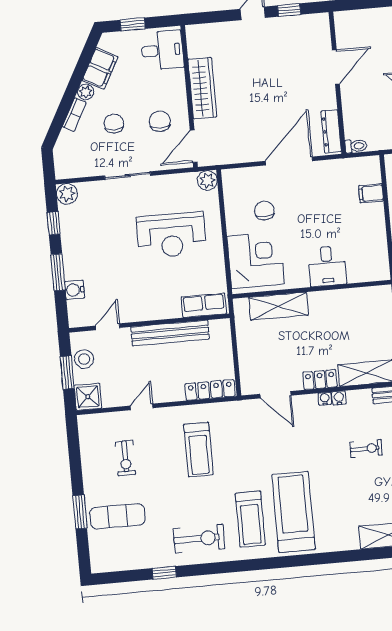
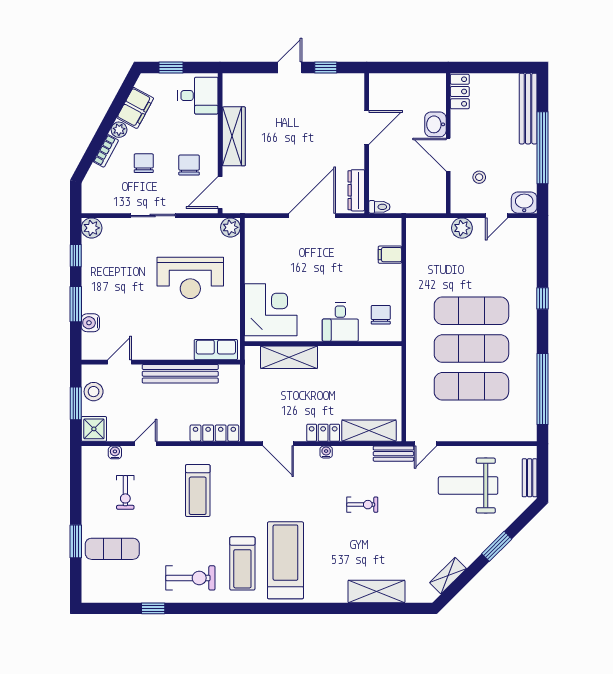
chair: (264, 211) -> (381, 315), moved
water cooler: (339, 398) -> (115, 452), moved

